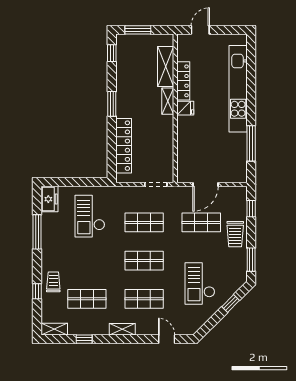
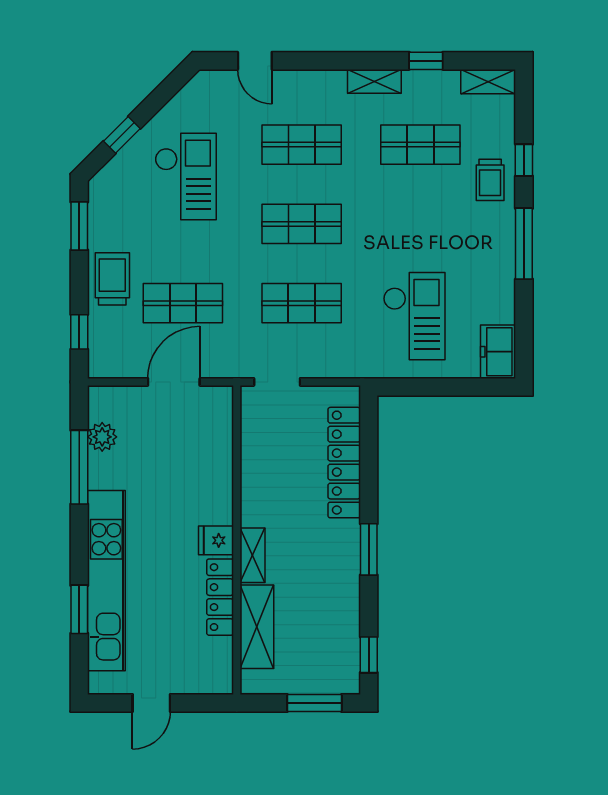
door: (200, 30) -> (151, 703), moved
window: (251, 75) -> (79, 609), added
plant: (240, 158) -> (102, 437), added
window: (37, 232) -> (524, 244), moved
shelving: (122, 329) -> (374, 81), moved

